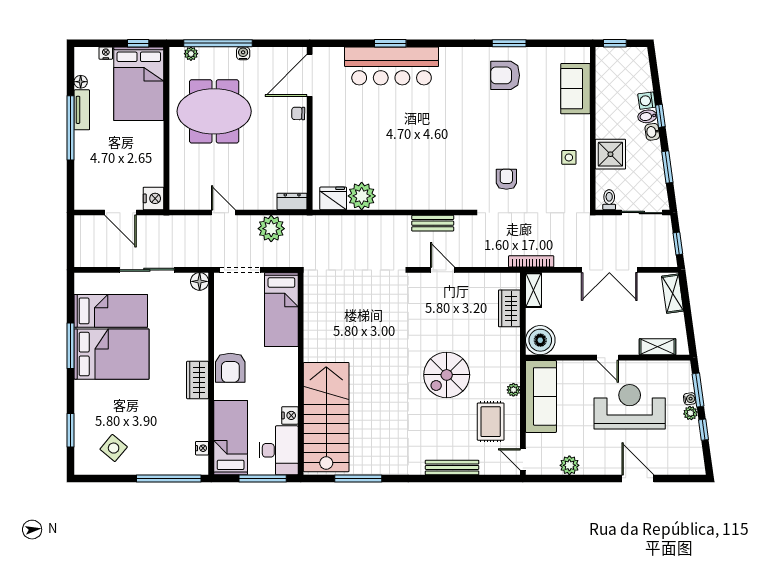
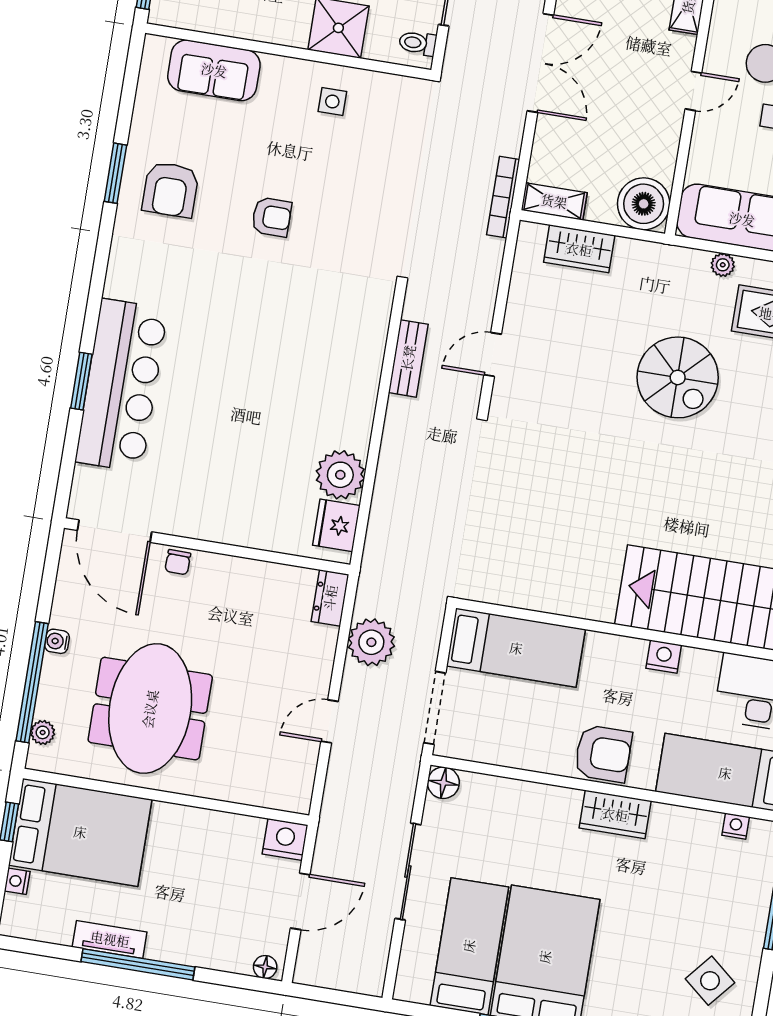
floor lamp: (81, 82) -> (265, 967), moved
armchair: (506, 179) -> (272, 217), moved, turned 180
nightstand: (290, 415) -> (664, 657), moved

